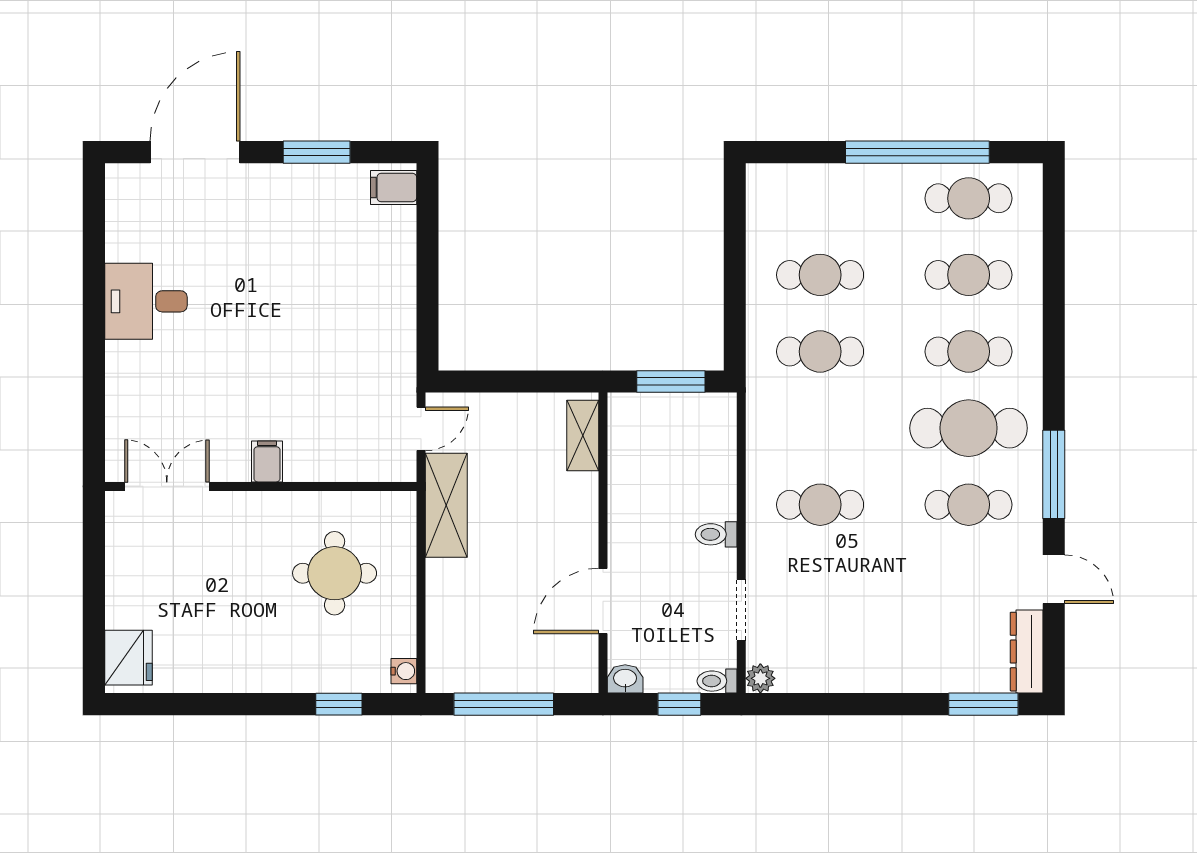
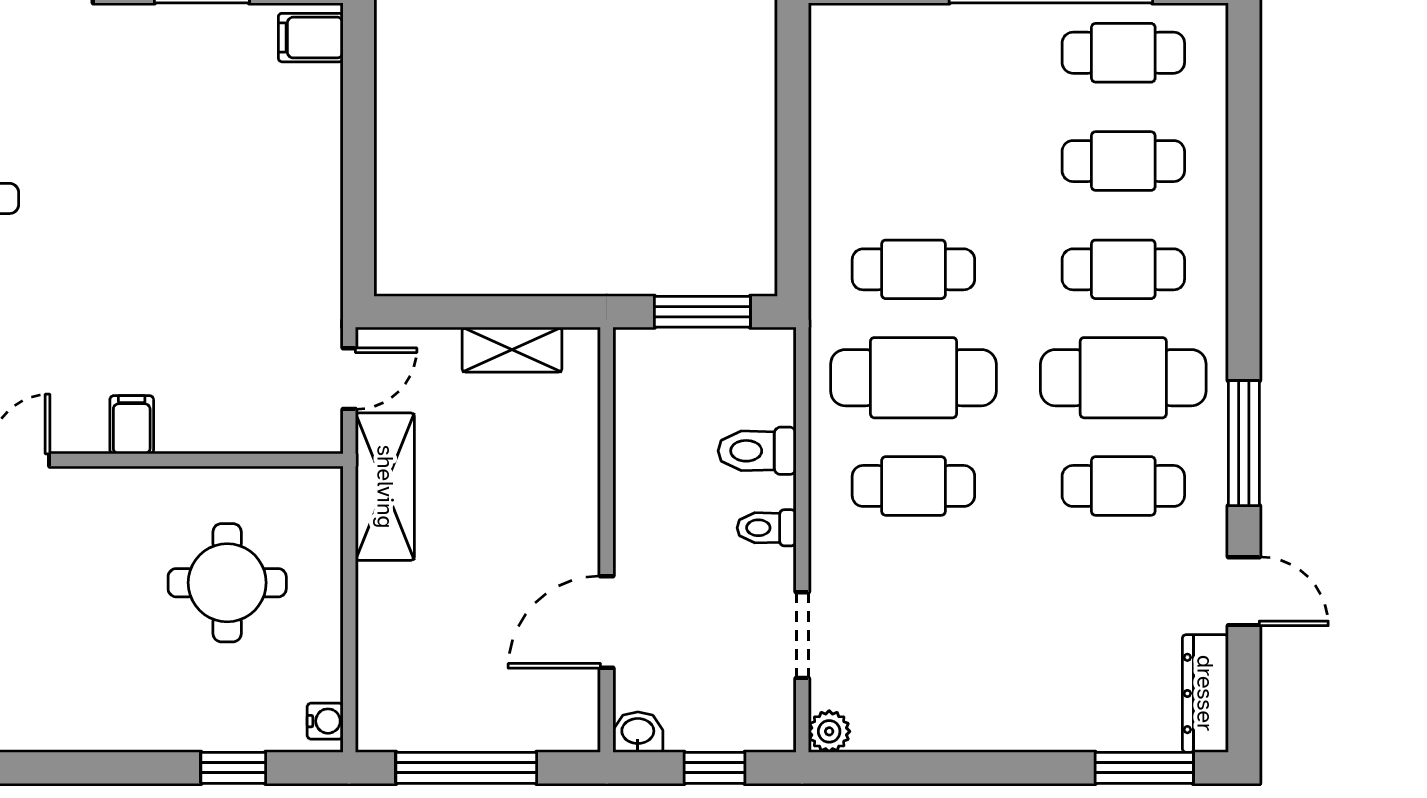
cafe table: (820, 275) -> (913, 378), moved, width x1.37, depth x1.35
shelving: (583, 436) -> (512, 350), moved, turned 90
toilet: (717, 681) -> (757, 451), moved, width x1.37, depth x1.39

